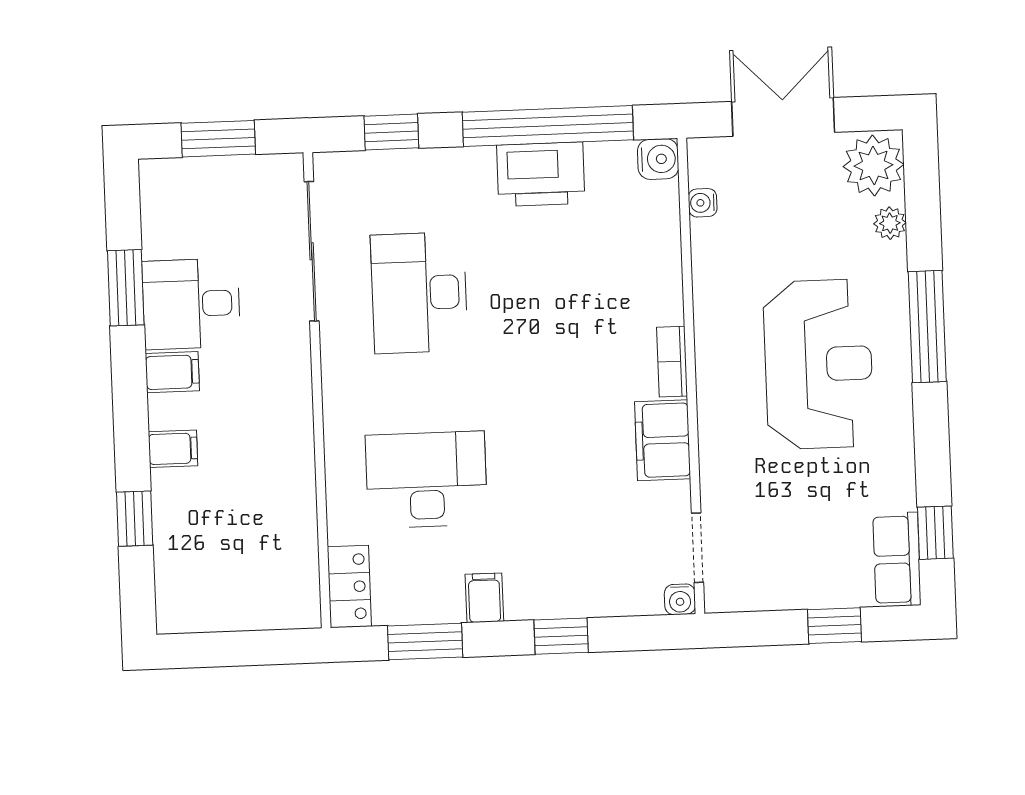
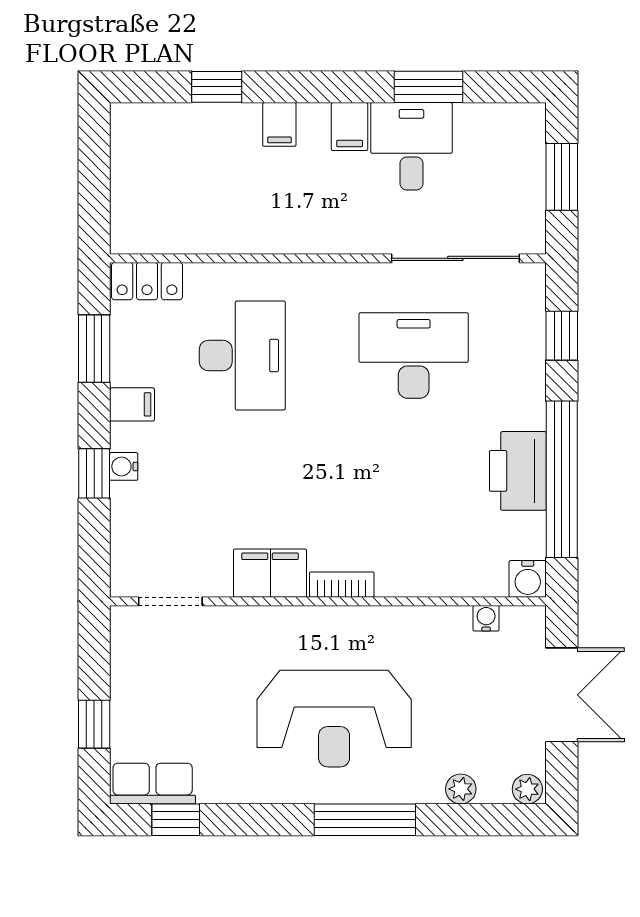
plant: (874, 165) -> (527, 789), width x0.53, depth x0.53
water cooler: (680, 599) -> (124, 466), moved

